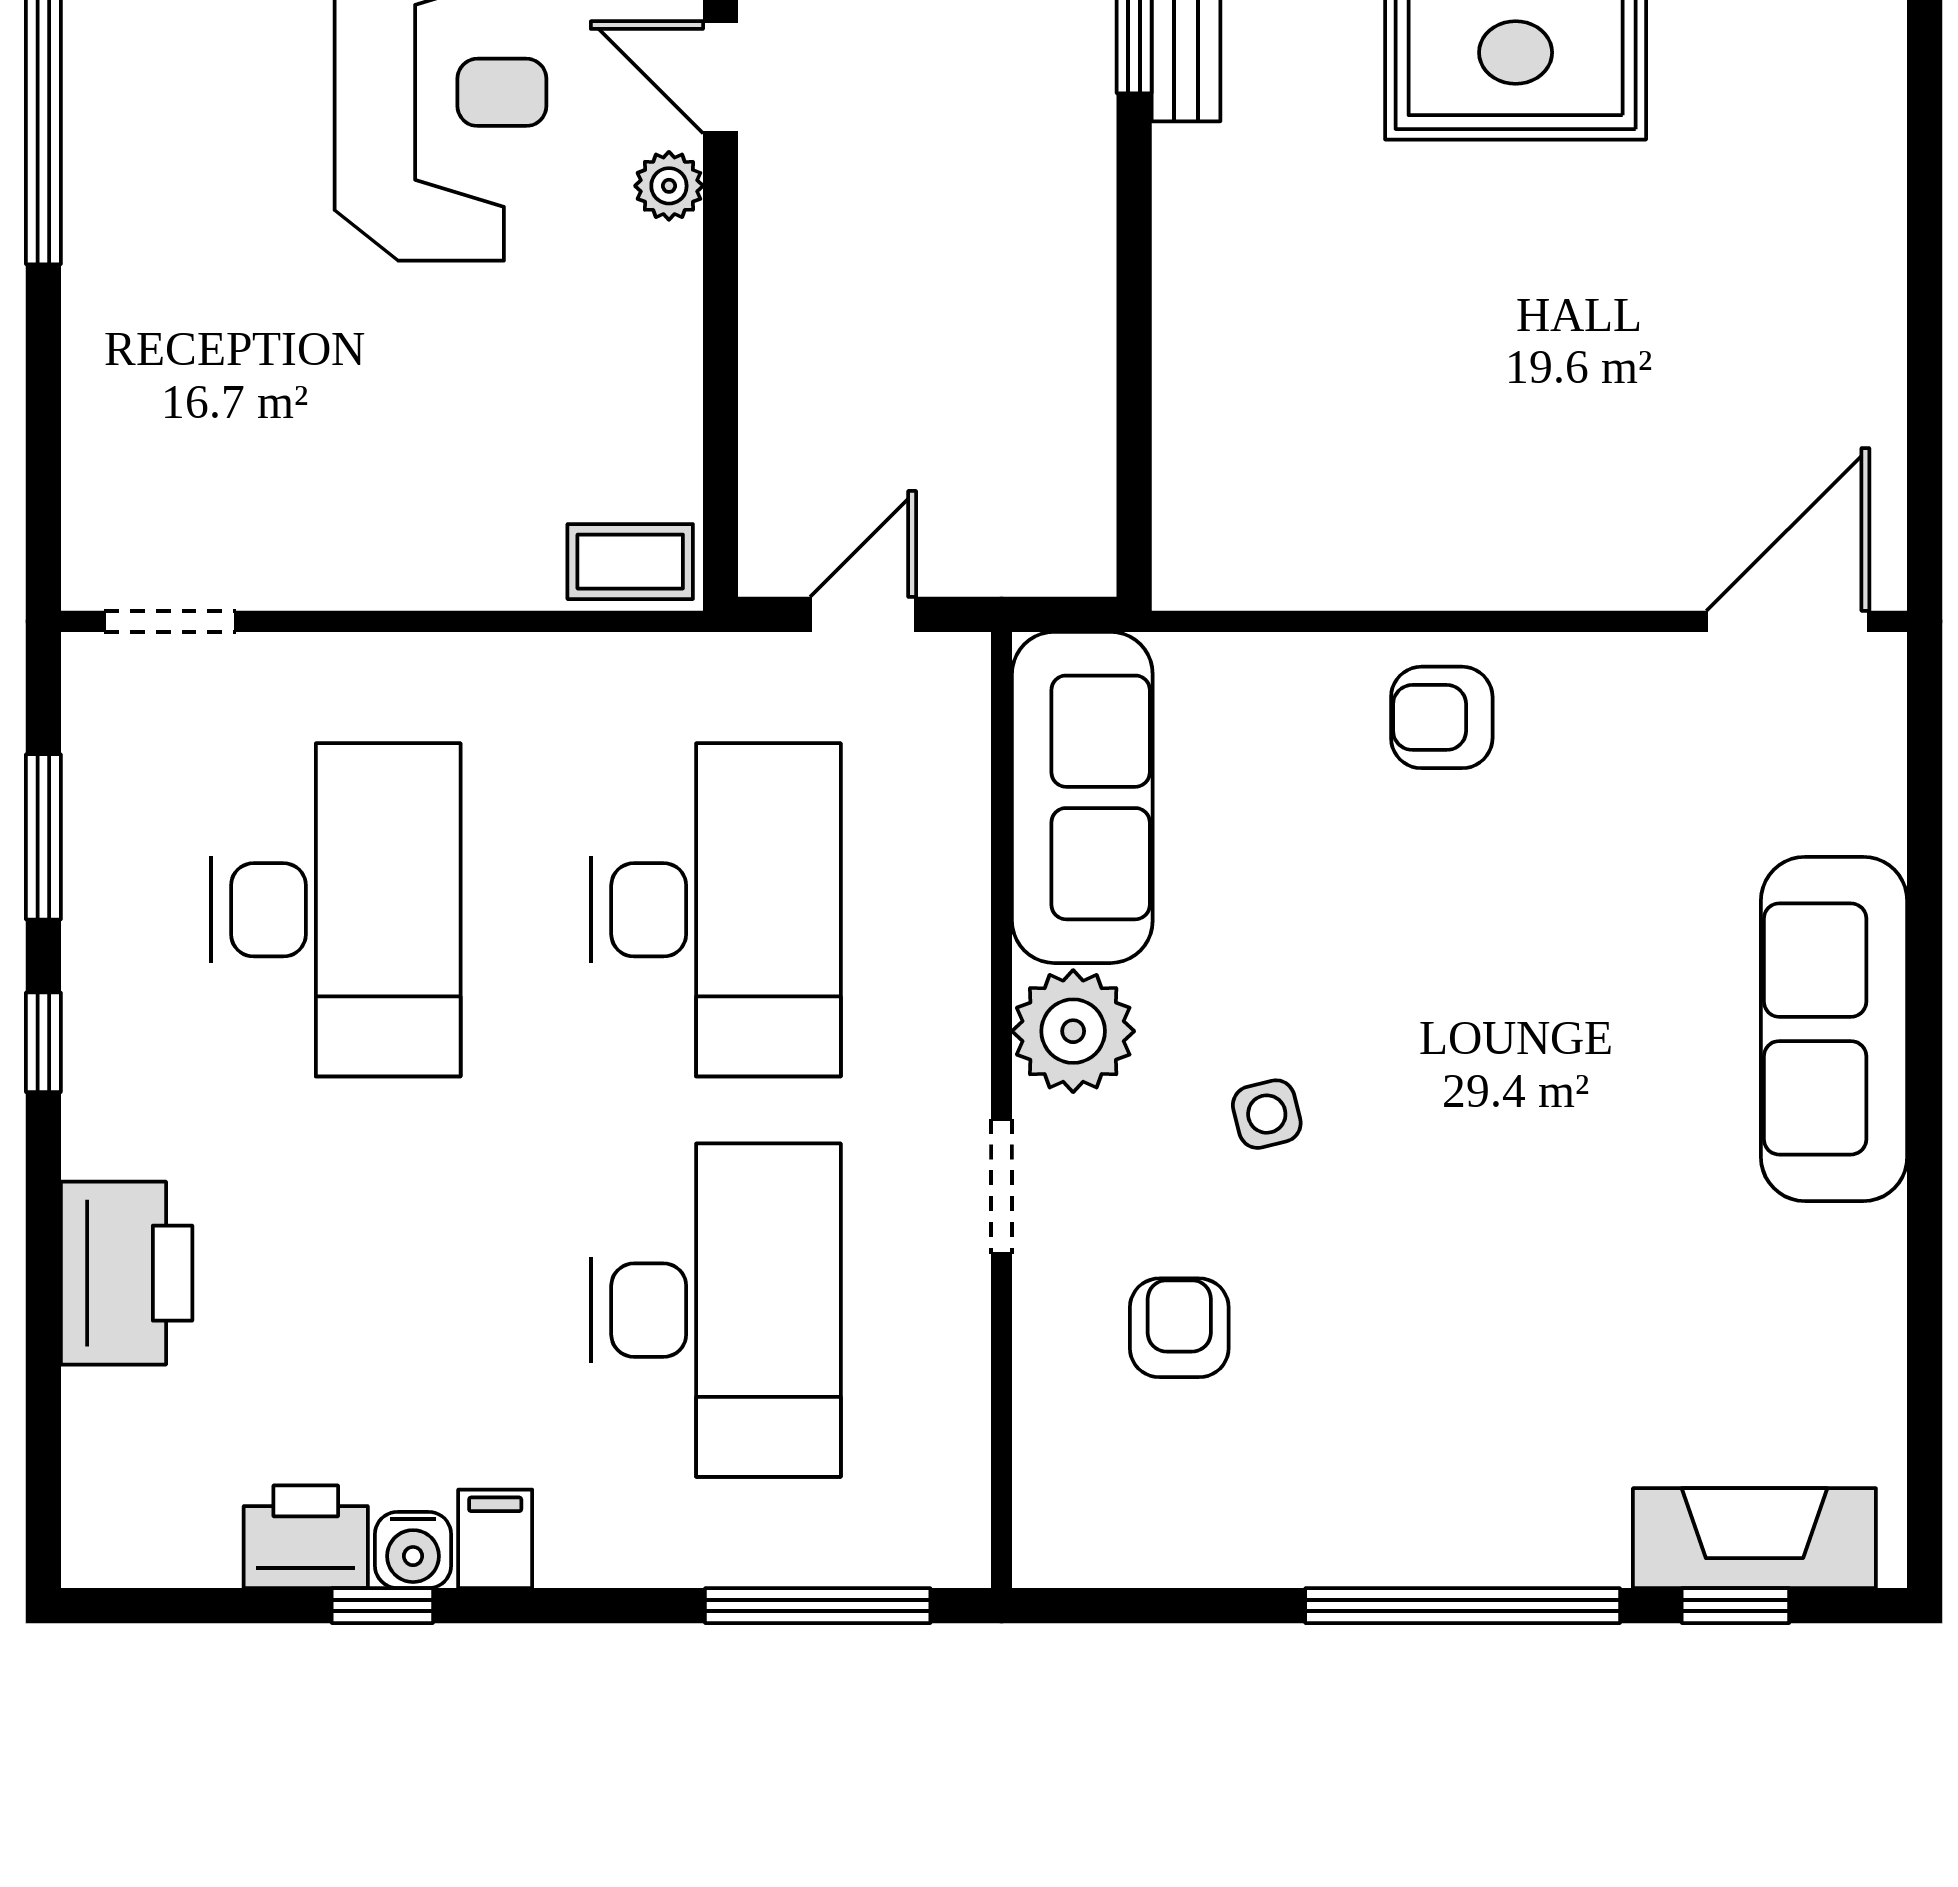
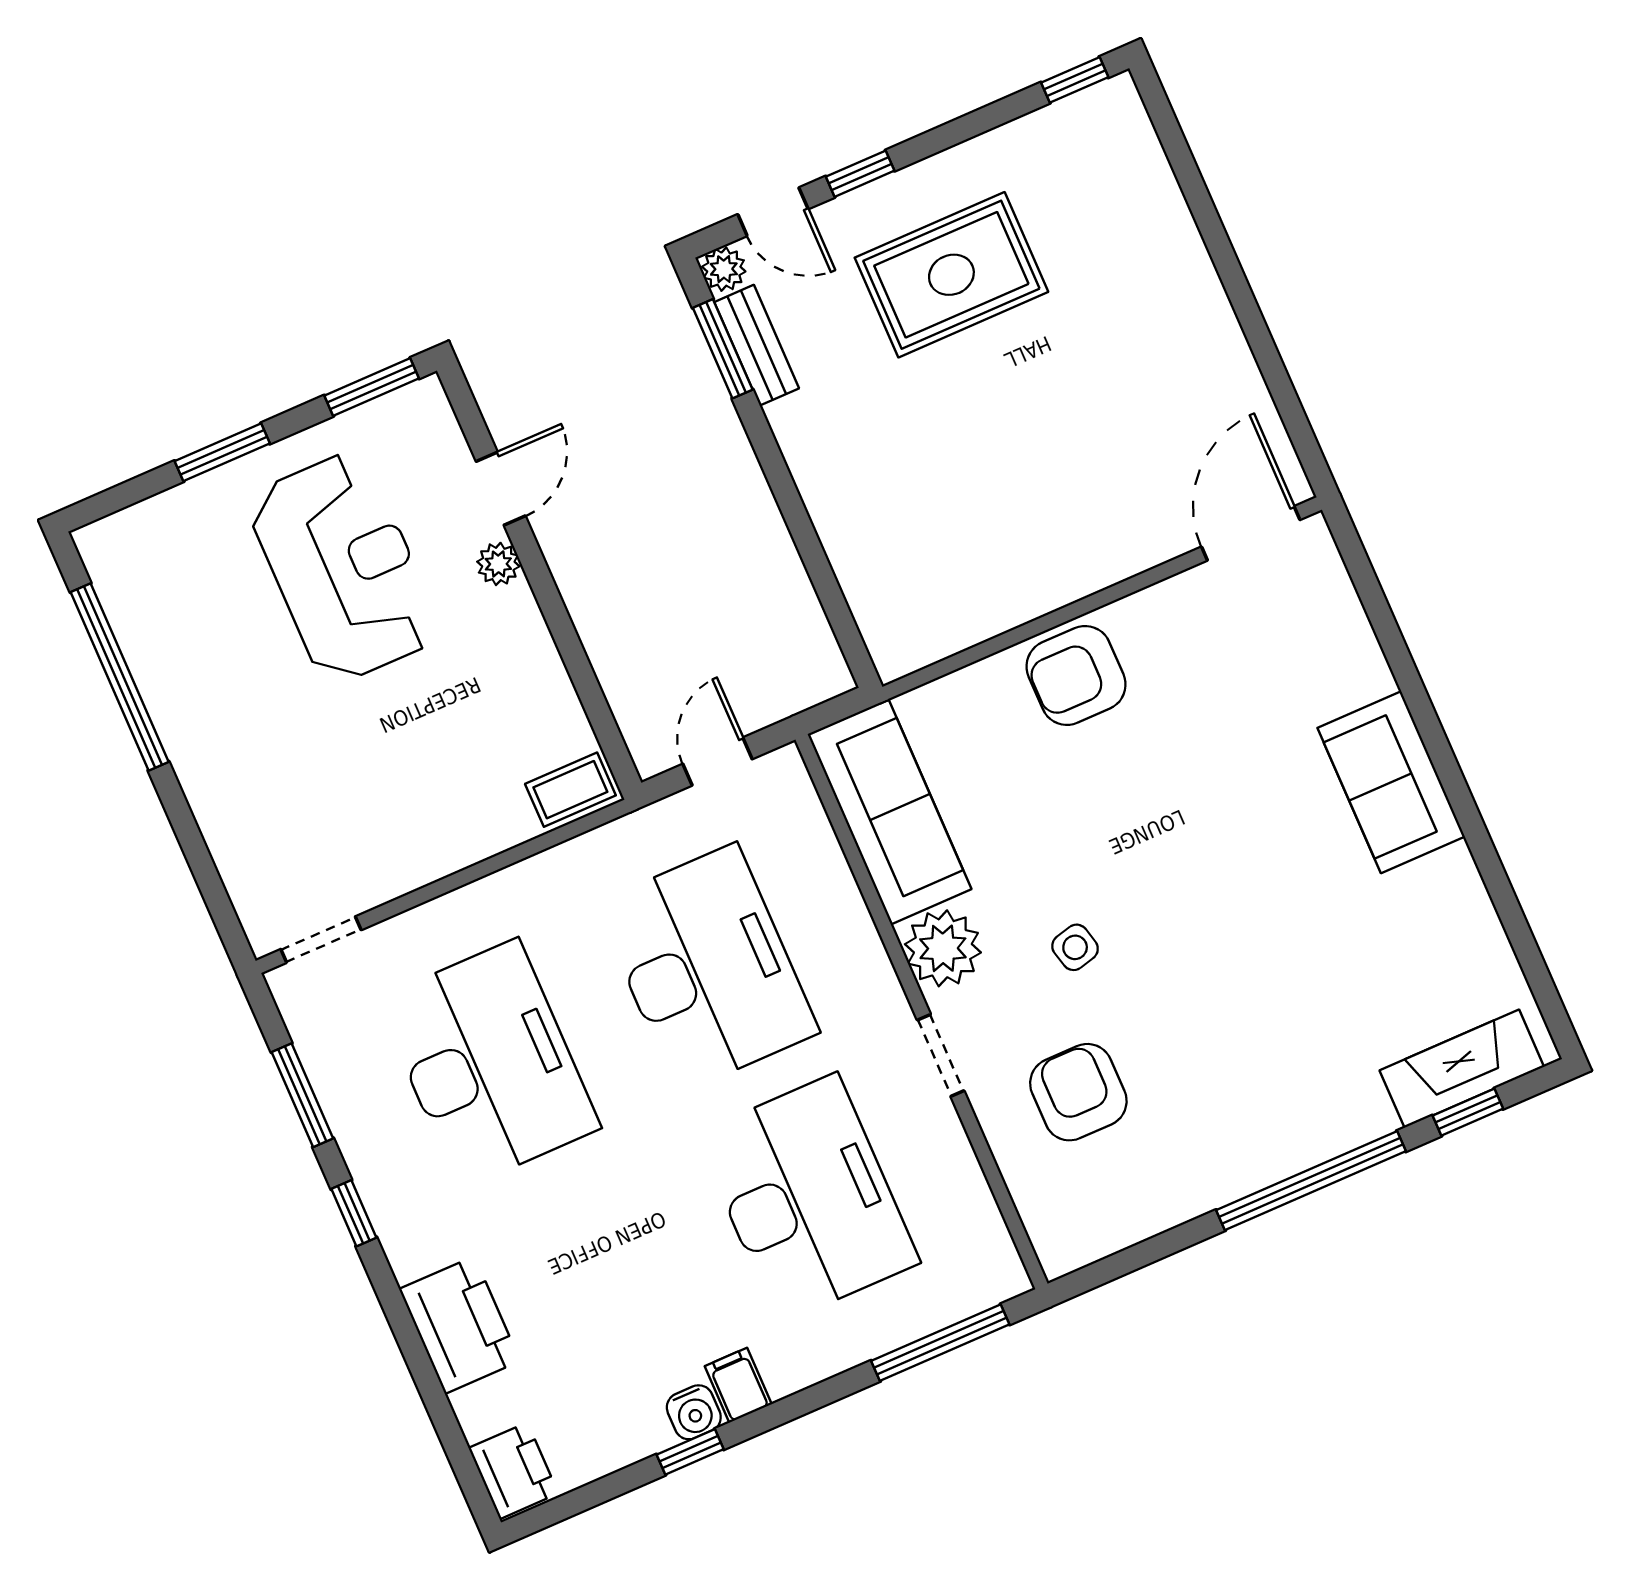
door: (721, 77) -> (501, 489), swing flipped
armchair: (1442, 717) -> (1076, 675), width x1.38, depth x1.38
sofa: (1834, 1029) -> (1391, 782), width x0.73
armchair: (1179, 1328) -> (1078, 1092), width x1.38, depth x1.38
printer: (306, 1537) -> (513, 1471), moved, turned 90

